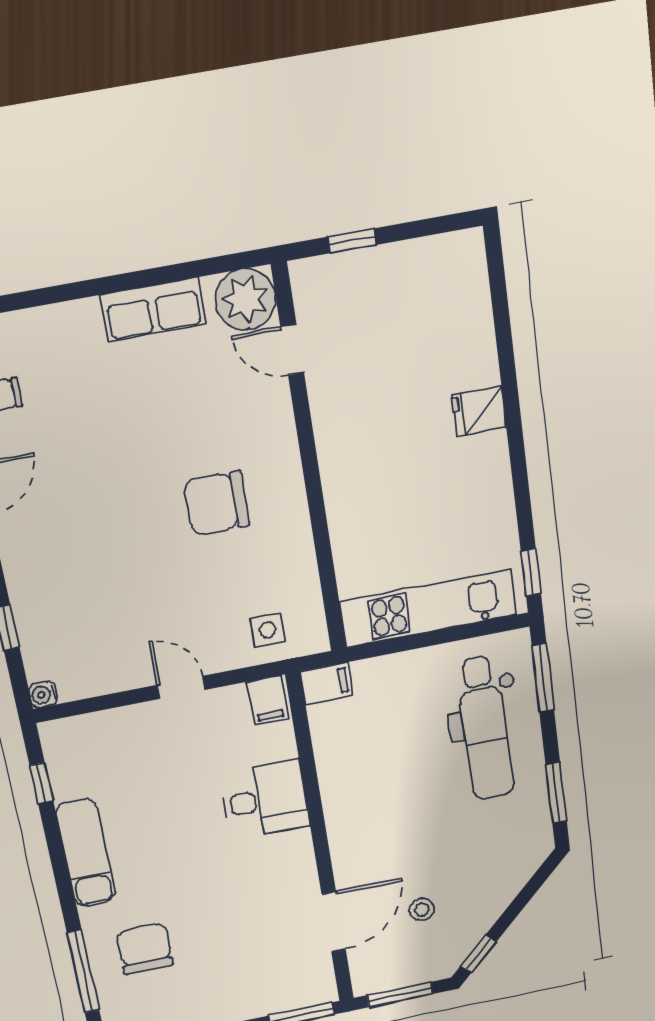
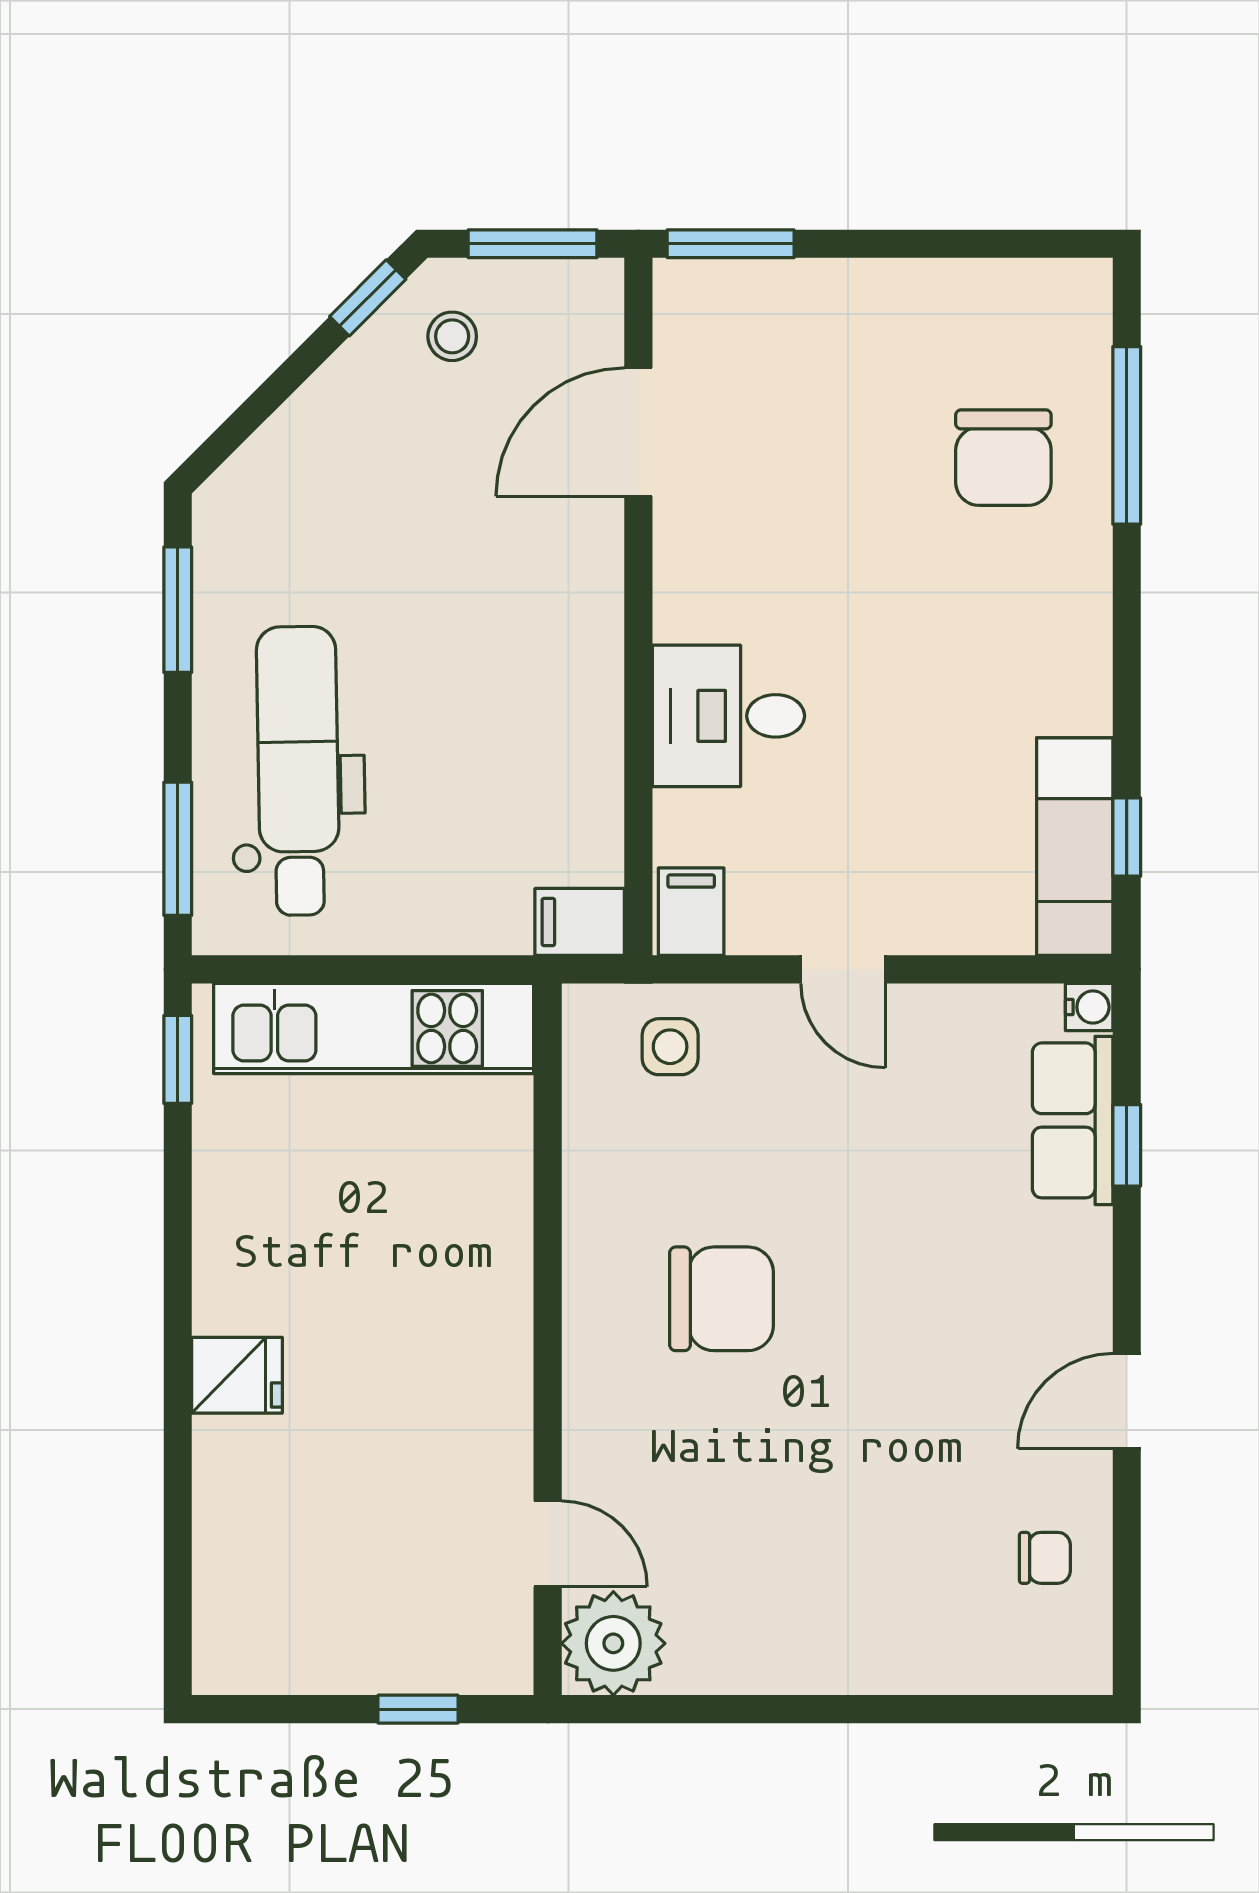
row of seats: (153, 309) -> (1073, 1120), moved, turned -90
exam couch: (86, 853) -> (1075, 847), moved
stool: (422, 909) -> (452, 336), moved

